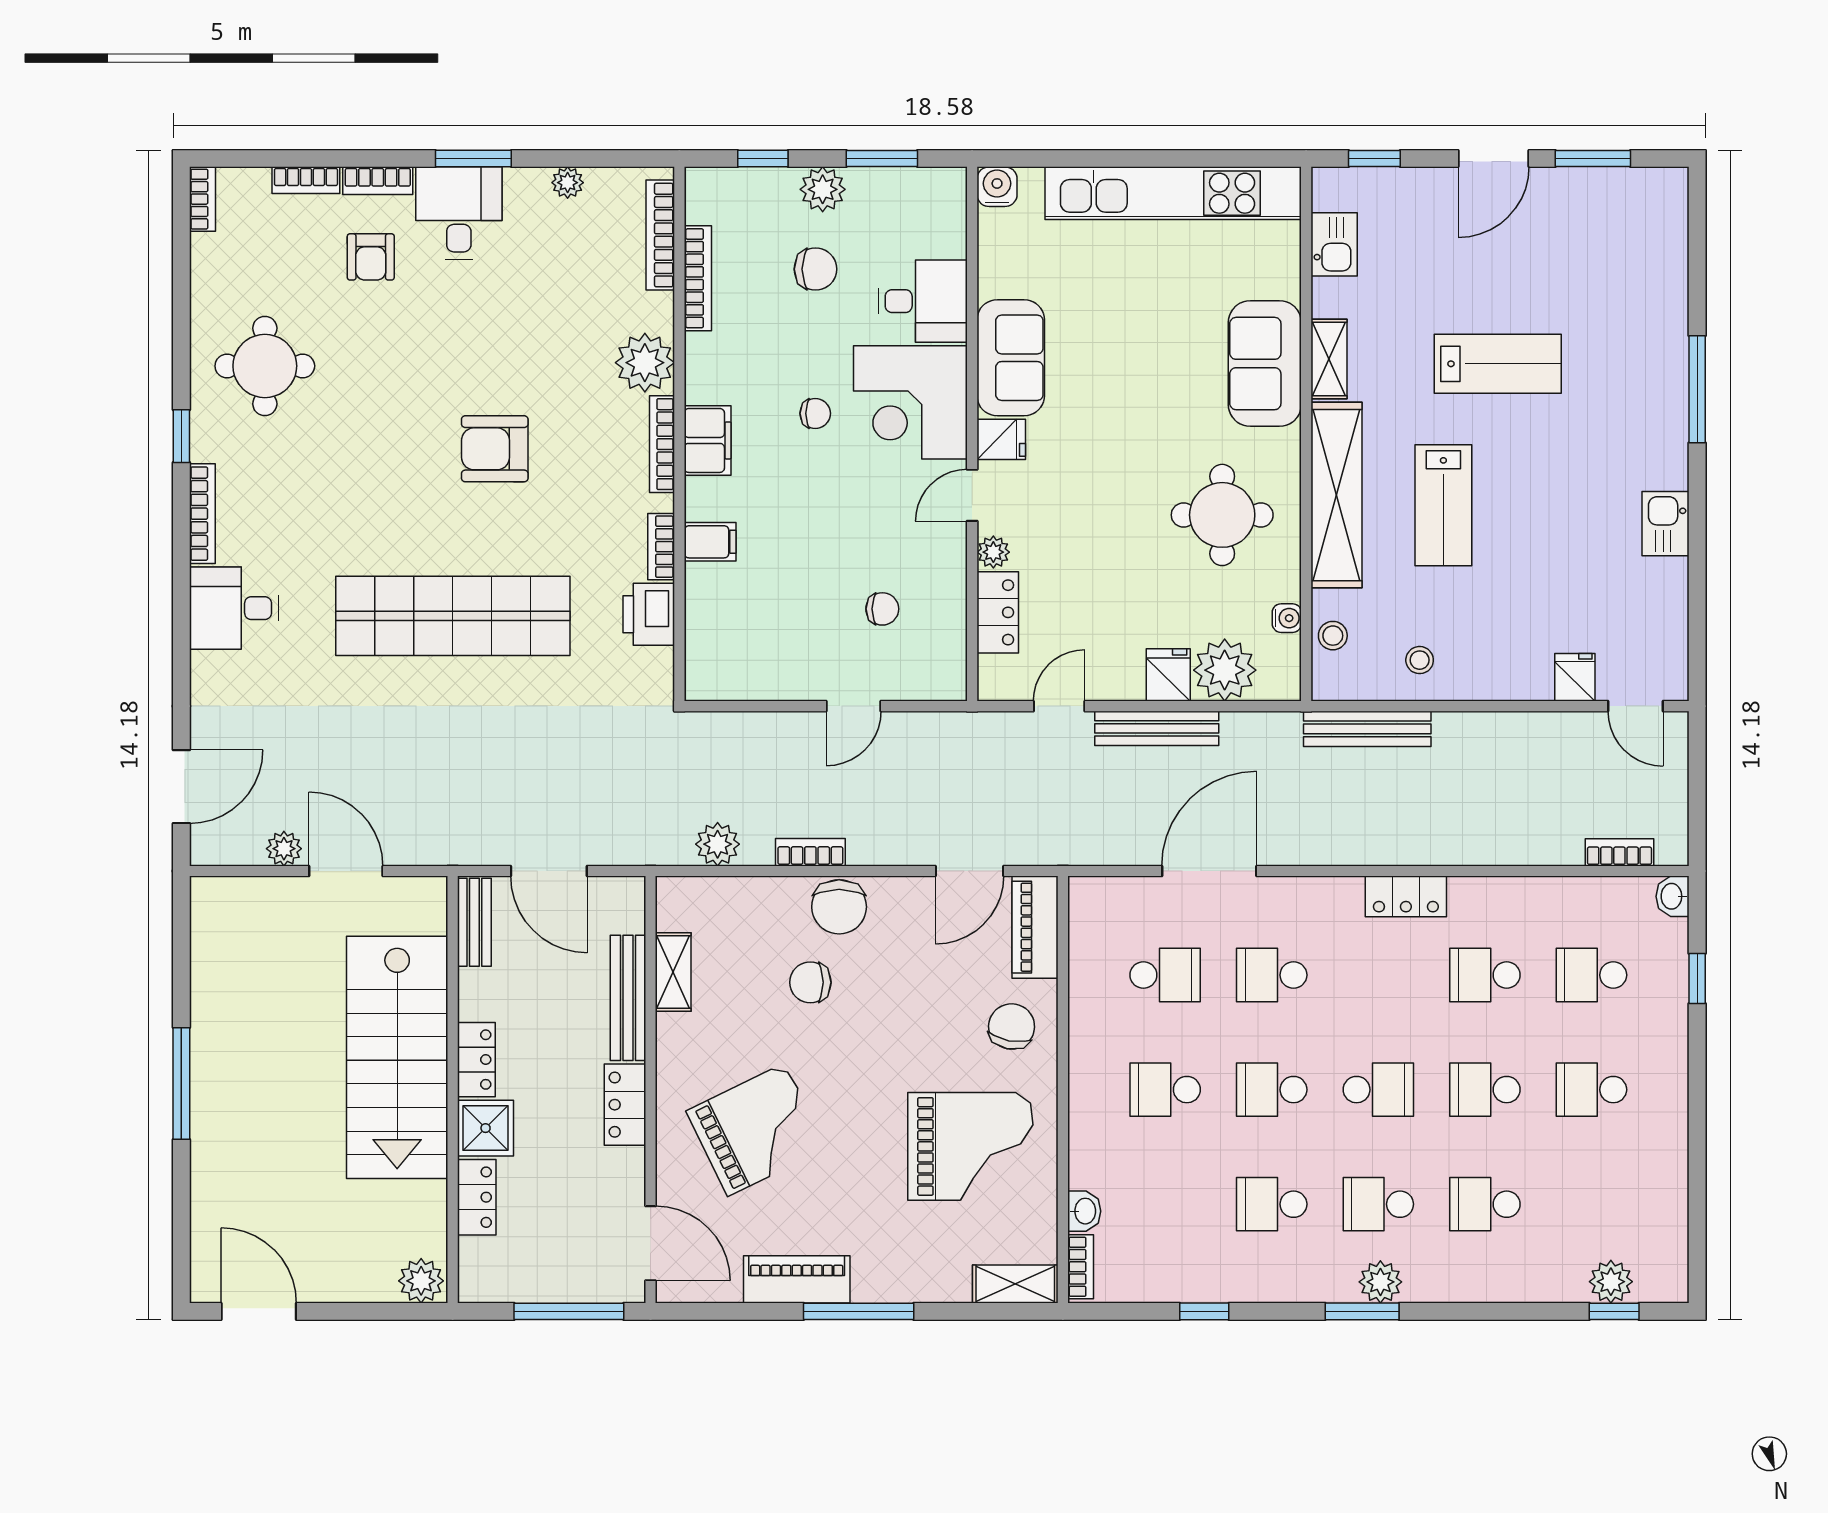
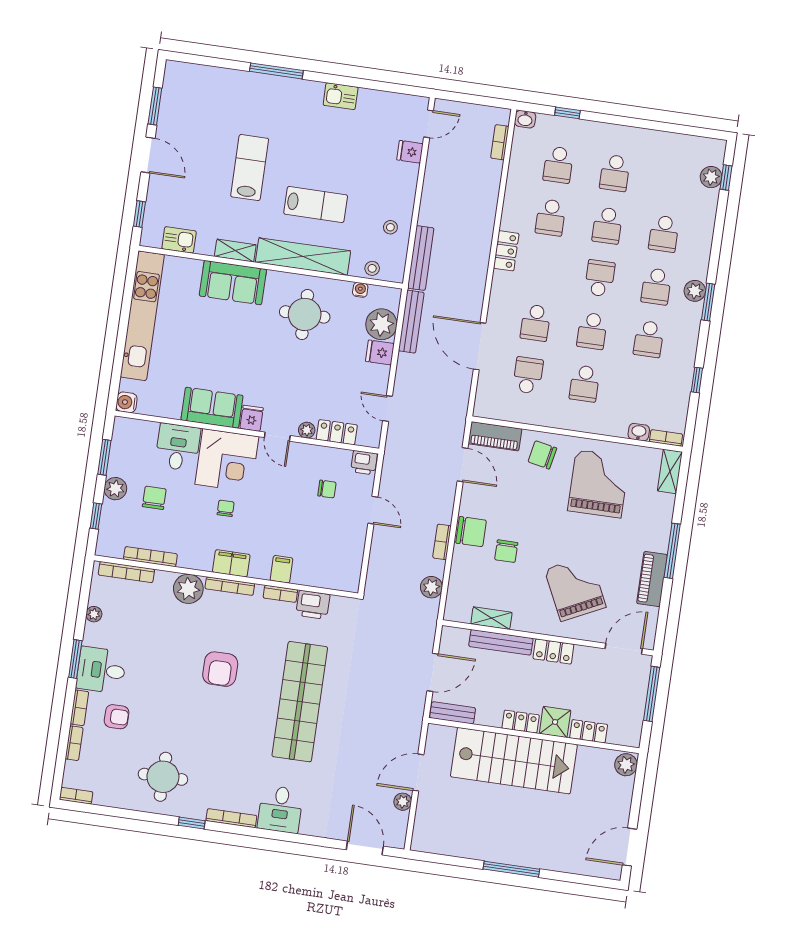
chair: (882, 609) -> (327, 489), turned 90
printer: (945, 675) -> (364, 463), added
bench: (1157, 728) -> (411, 322), moved

